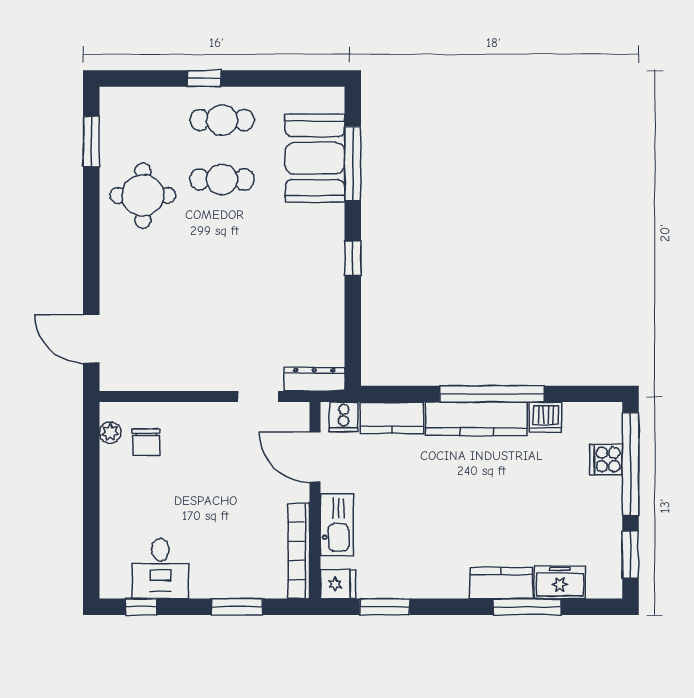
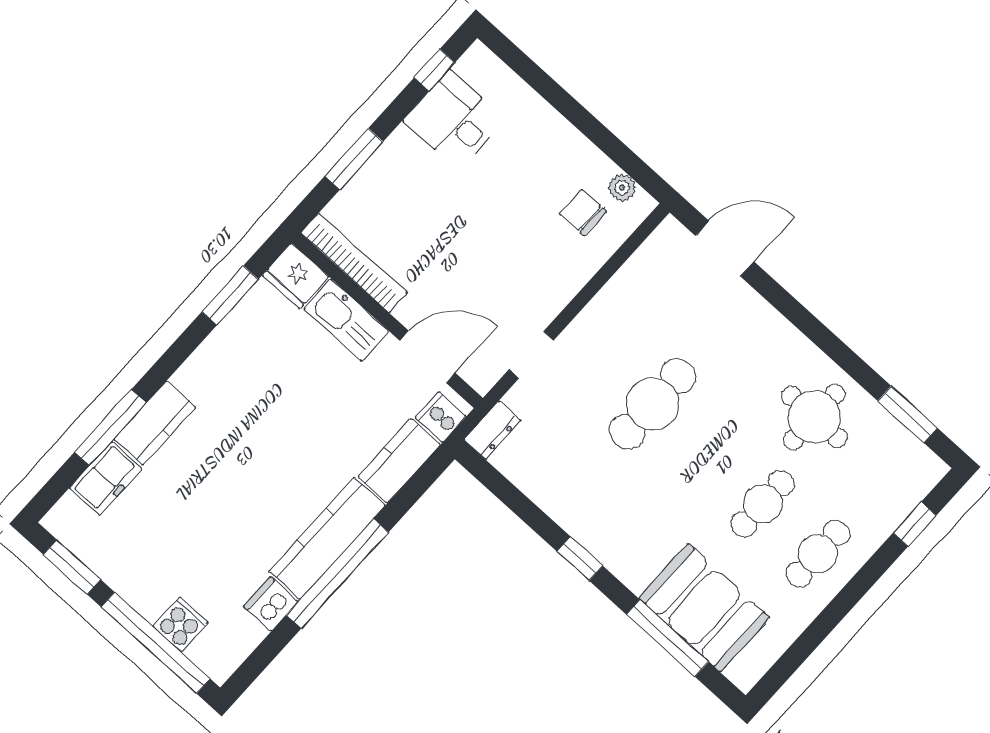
window: (204, 78) -> (915, 524), moved
cafe table: (222, 298) -> (653, 404), added
dresser: (314, 379) -> (492, 430), width x0.70
fridge: (338, 584) -> (296, 276), width x1.38

